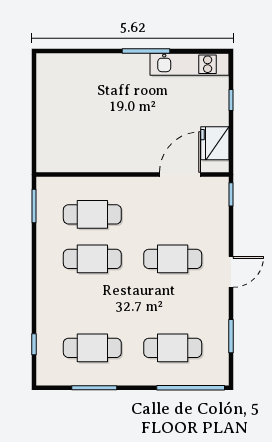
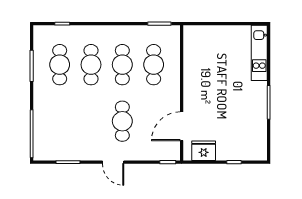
kitchen unit: (189, 64) -> (259, 53), moved
door: (180, 175) -> (182, 126), swing flipped
cafe table: (173, 348) -> (91, 65), moved

